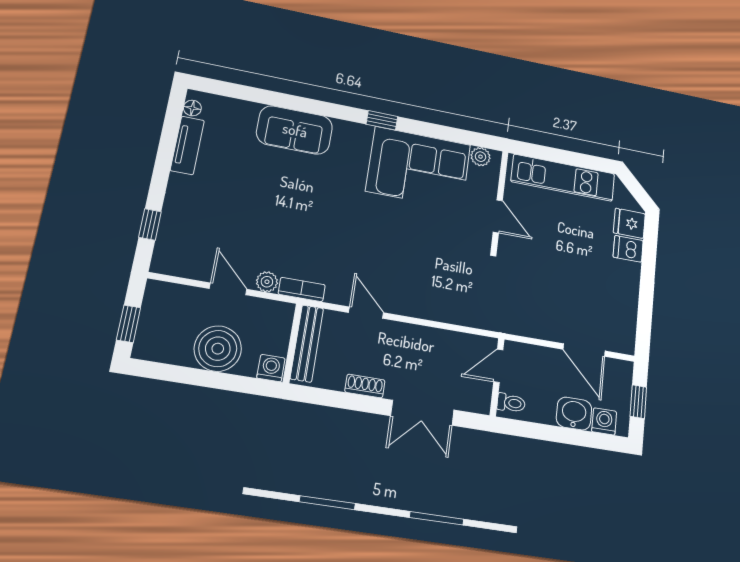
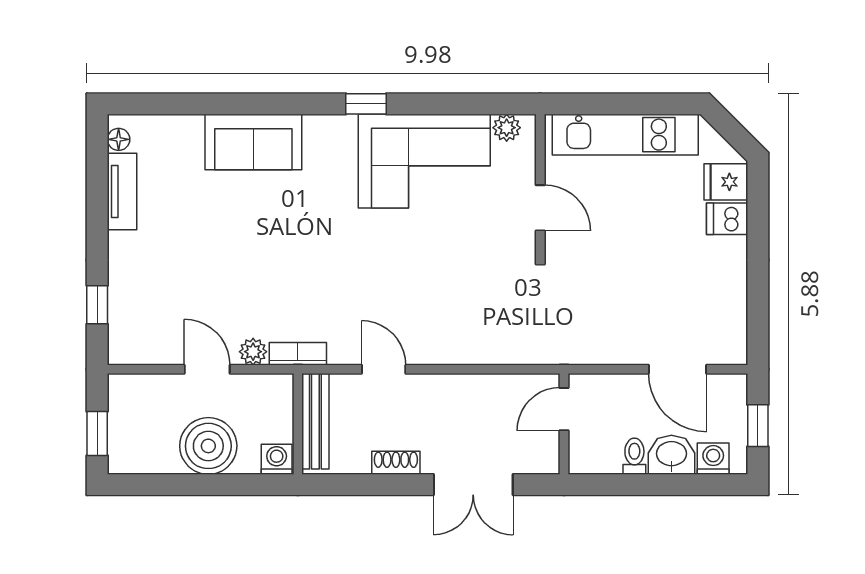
toilet: (511, 403) -> (634, 456), moved, turned -90

